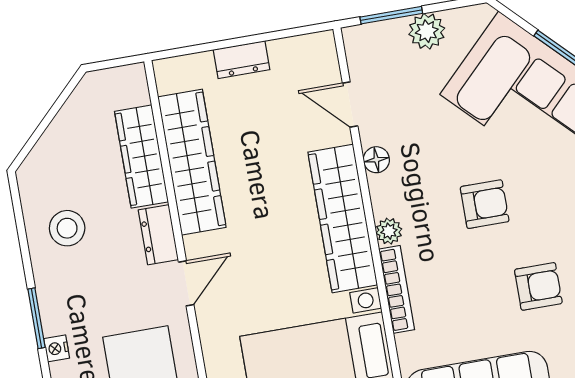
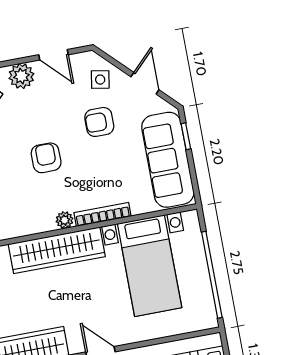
floor lamp: (376, 160) -> (18, 229), removed
armchair: (538, 286) -> (99, 122), turned -90

